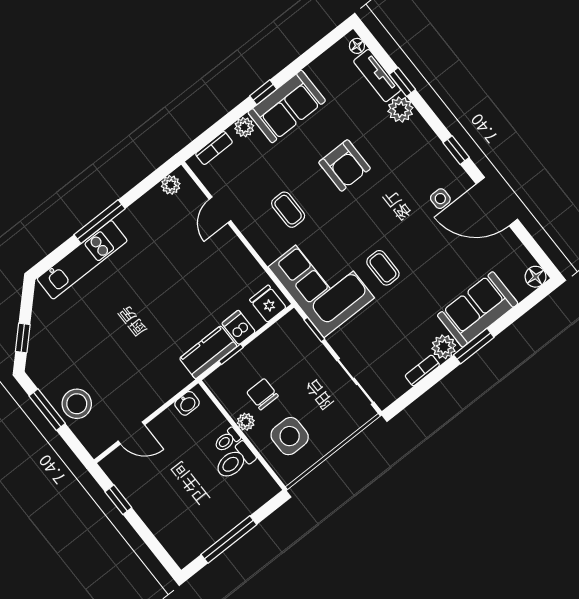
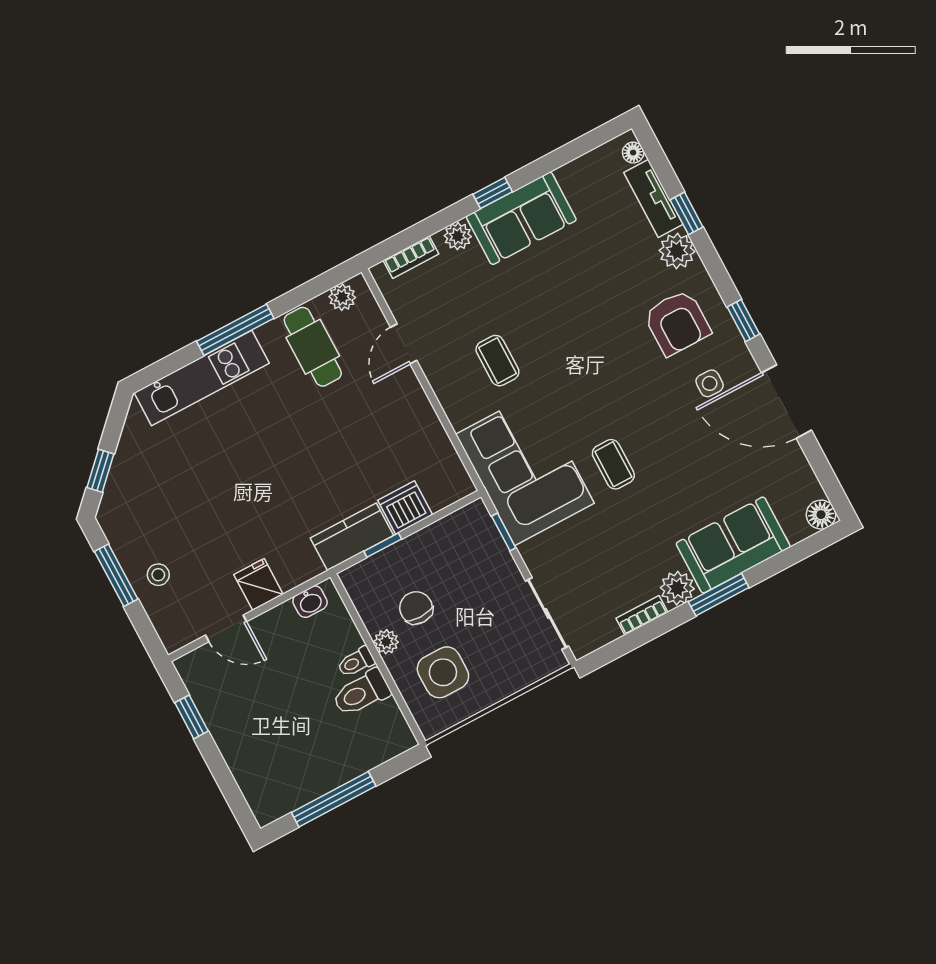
armchair: (345, 165) -> (677, 323), moved
cafe table: (156, 224) -> (313, 347), added
fridge: (268, 304) -> (258, 584), moved
dishwasher: (239, 327) -> (405, 508), width x1.38
stool: (77, 404) -> (158, 575), width x0.53, depth x0.53

